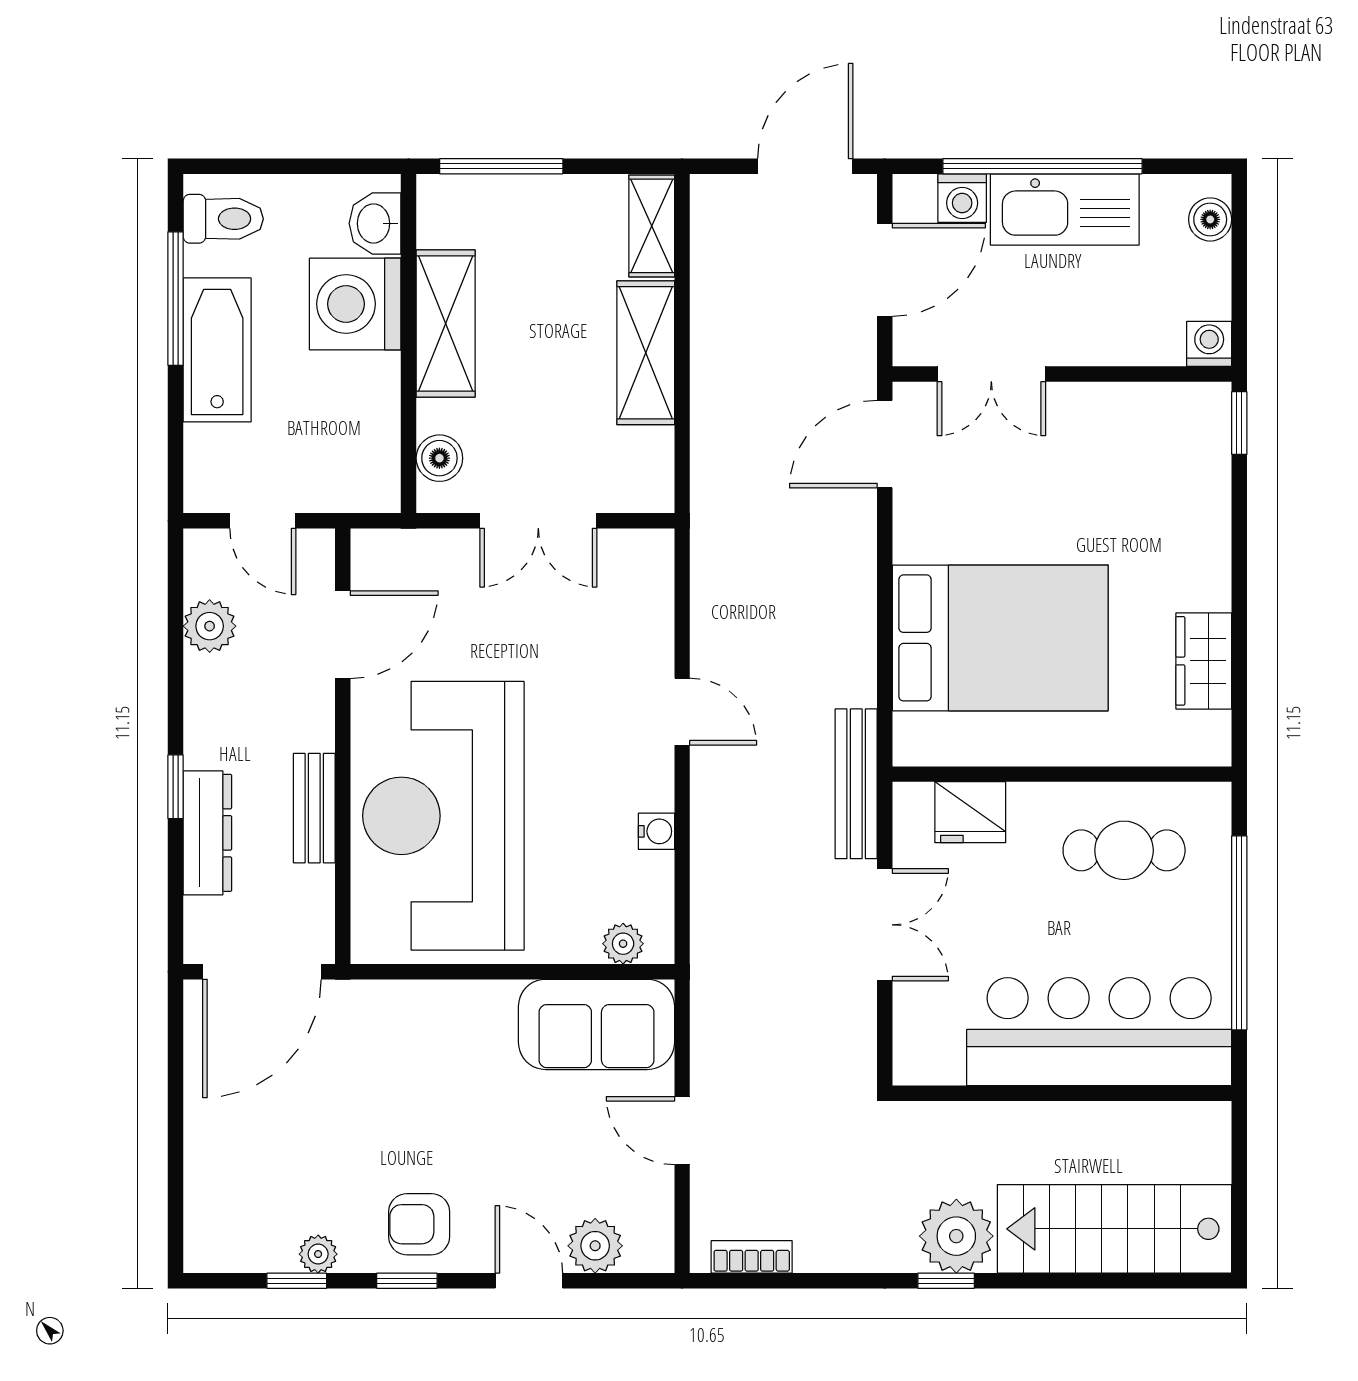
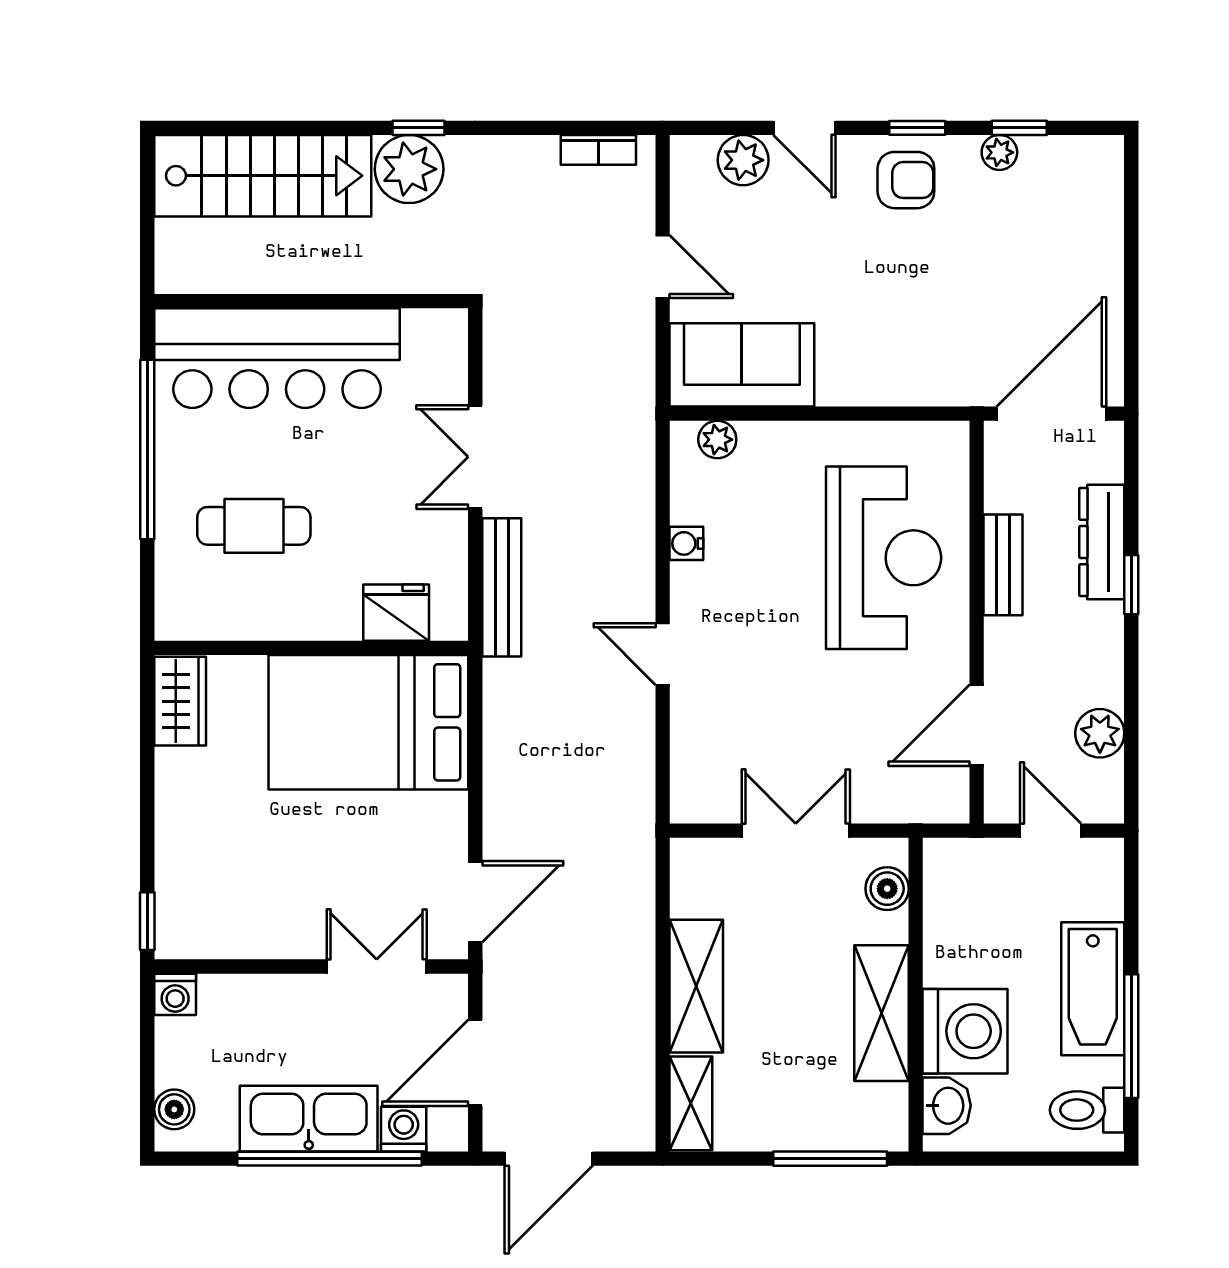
wall: (1062, 774) -> (311, 648), moved
fridge: (970, 812) -> (396, 613), moved
reception desk: (443, 816) -> (884, 558), width x0.74, depth x0.77

